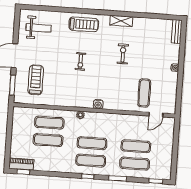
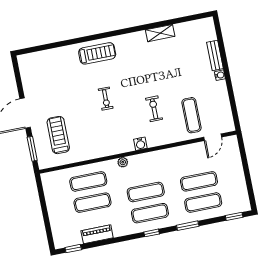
shelving: (121, 21) -> (160, 33), moved
weight bench: (39, 28) -> (45, 72), removed
bench: (177, 32) -> (215, 55), moved
exercise bike: (123, 54) -> (154, 109), moved
piano: (21, 164) -> (97, 234), moved

